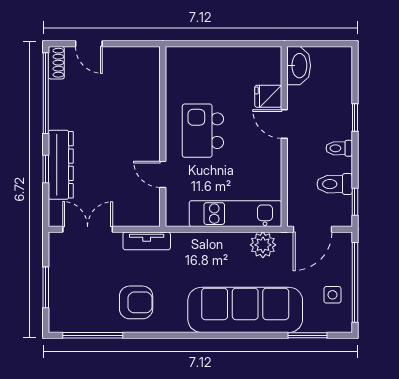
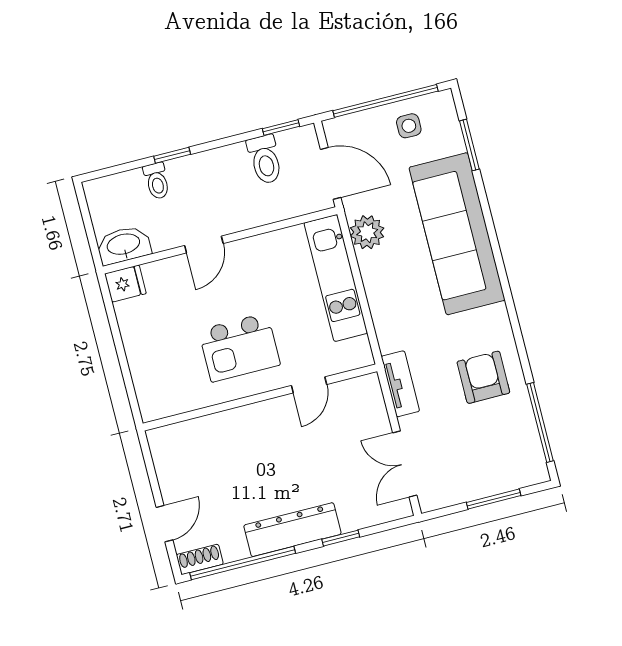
fridge: (268, 96) -> (125, 284), moved, turned -90
toilet: (339, 148) -> (157, 181), moved
dresser: (61, 165) -> (292, 530), moved

